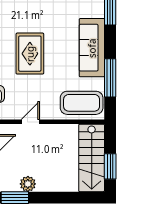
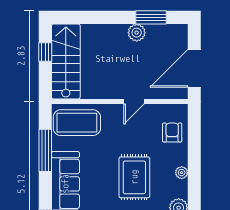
window: (110, 166) -> (45, 52), width x0.67

